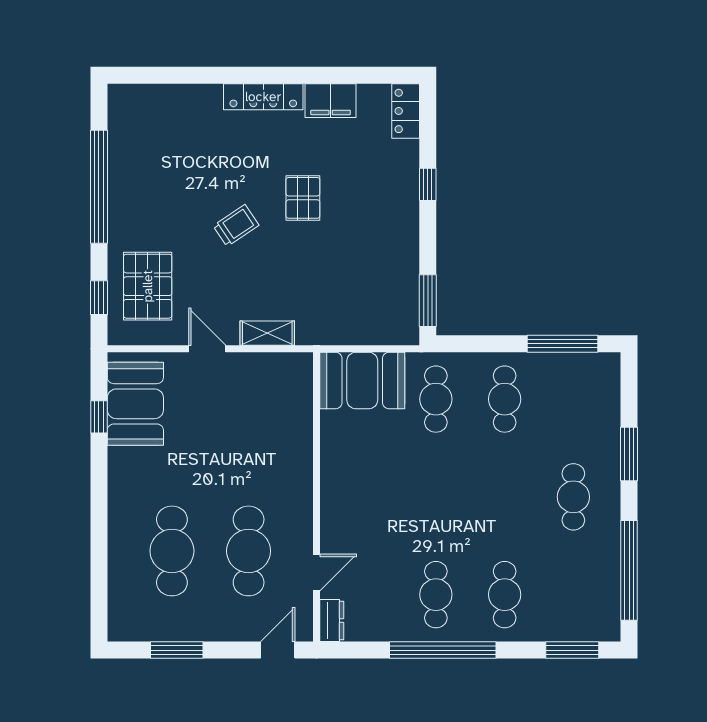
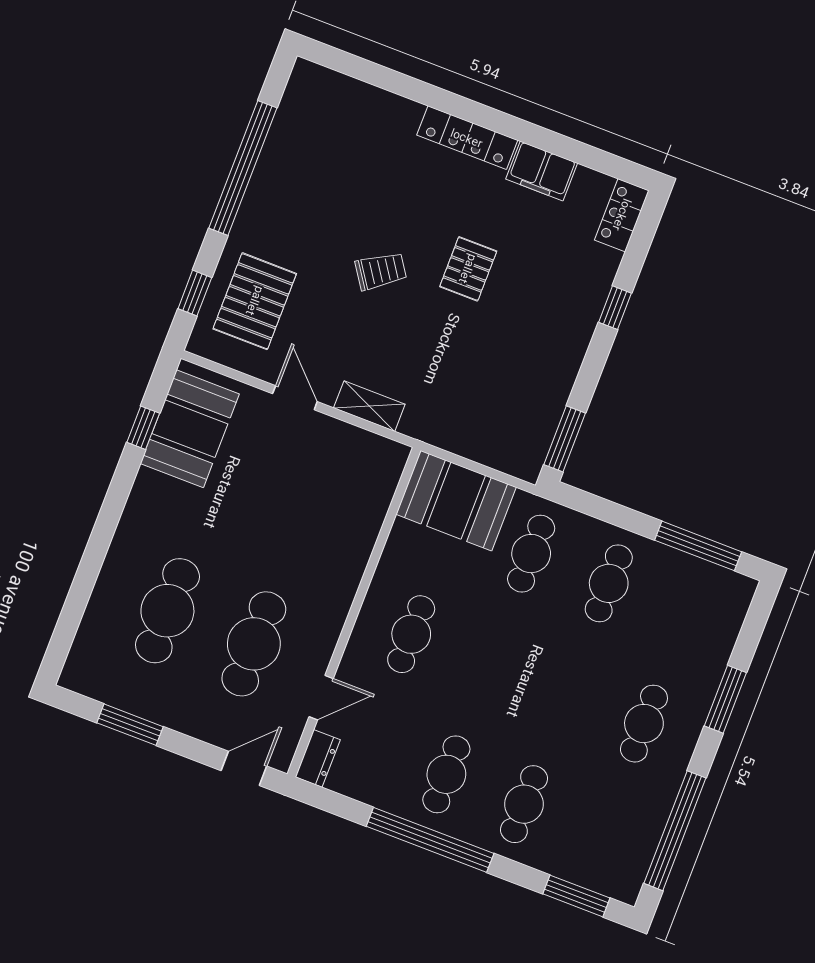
cafe table: (367, 497) -> (411, 634), added

